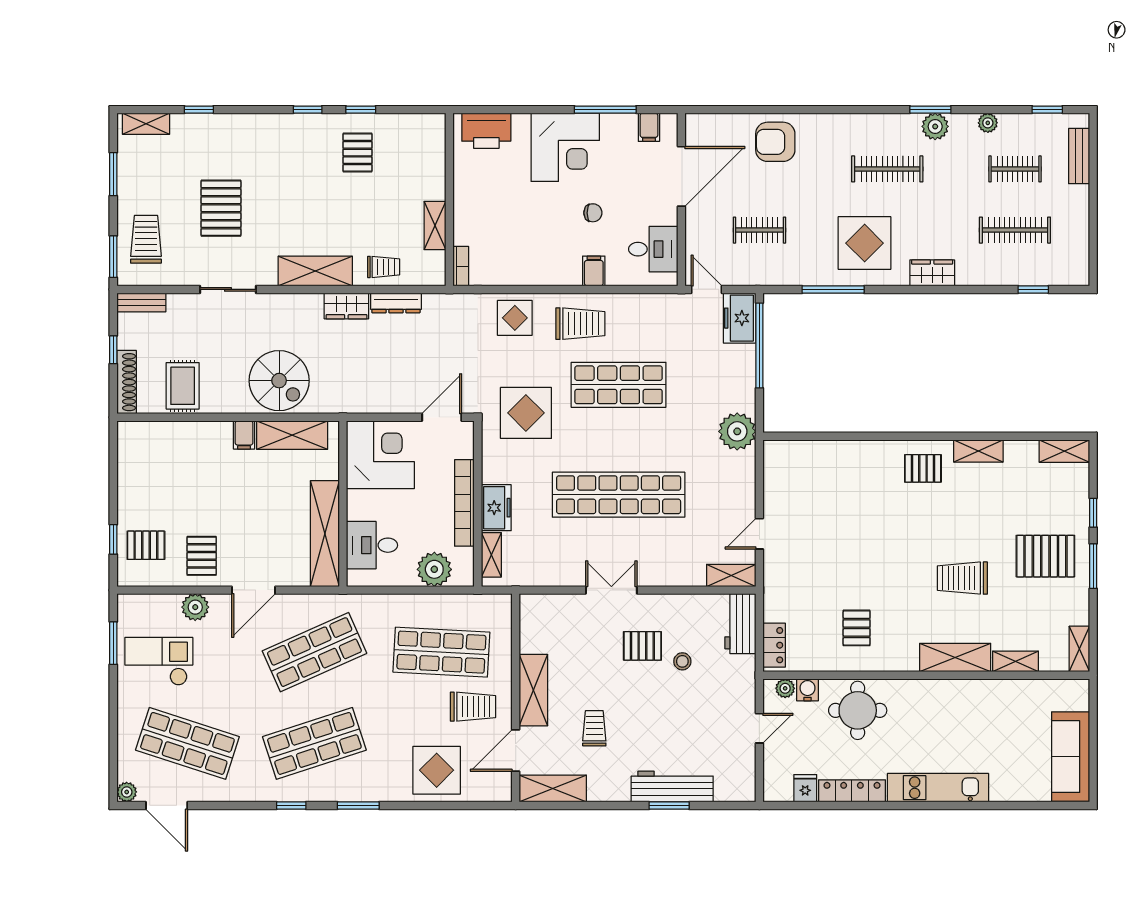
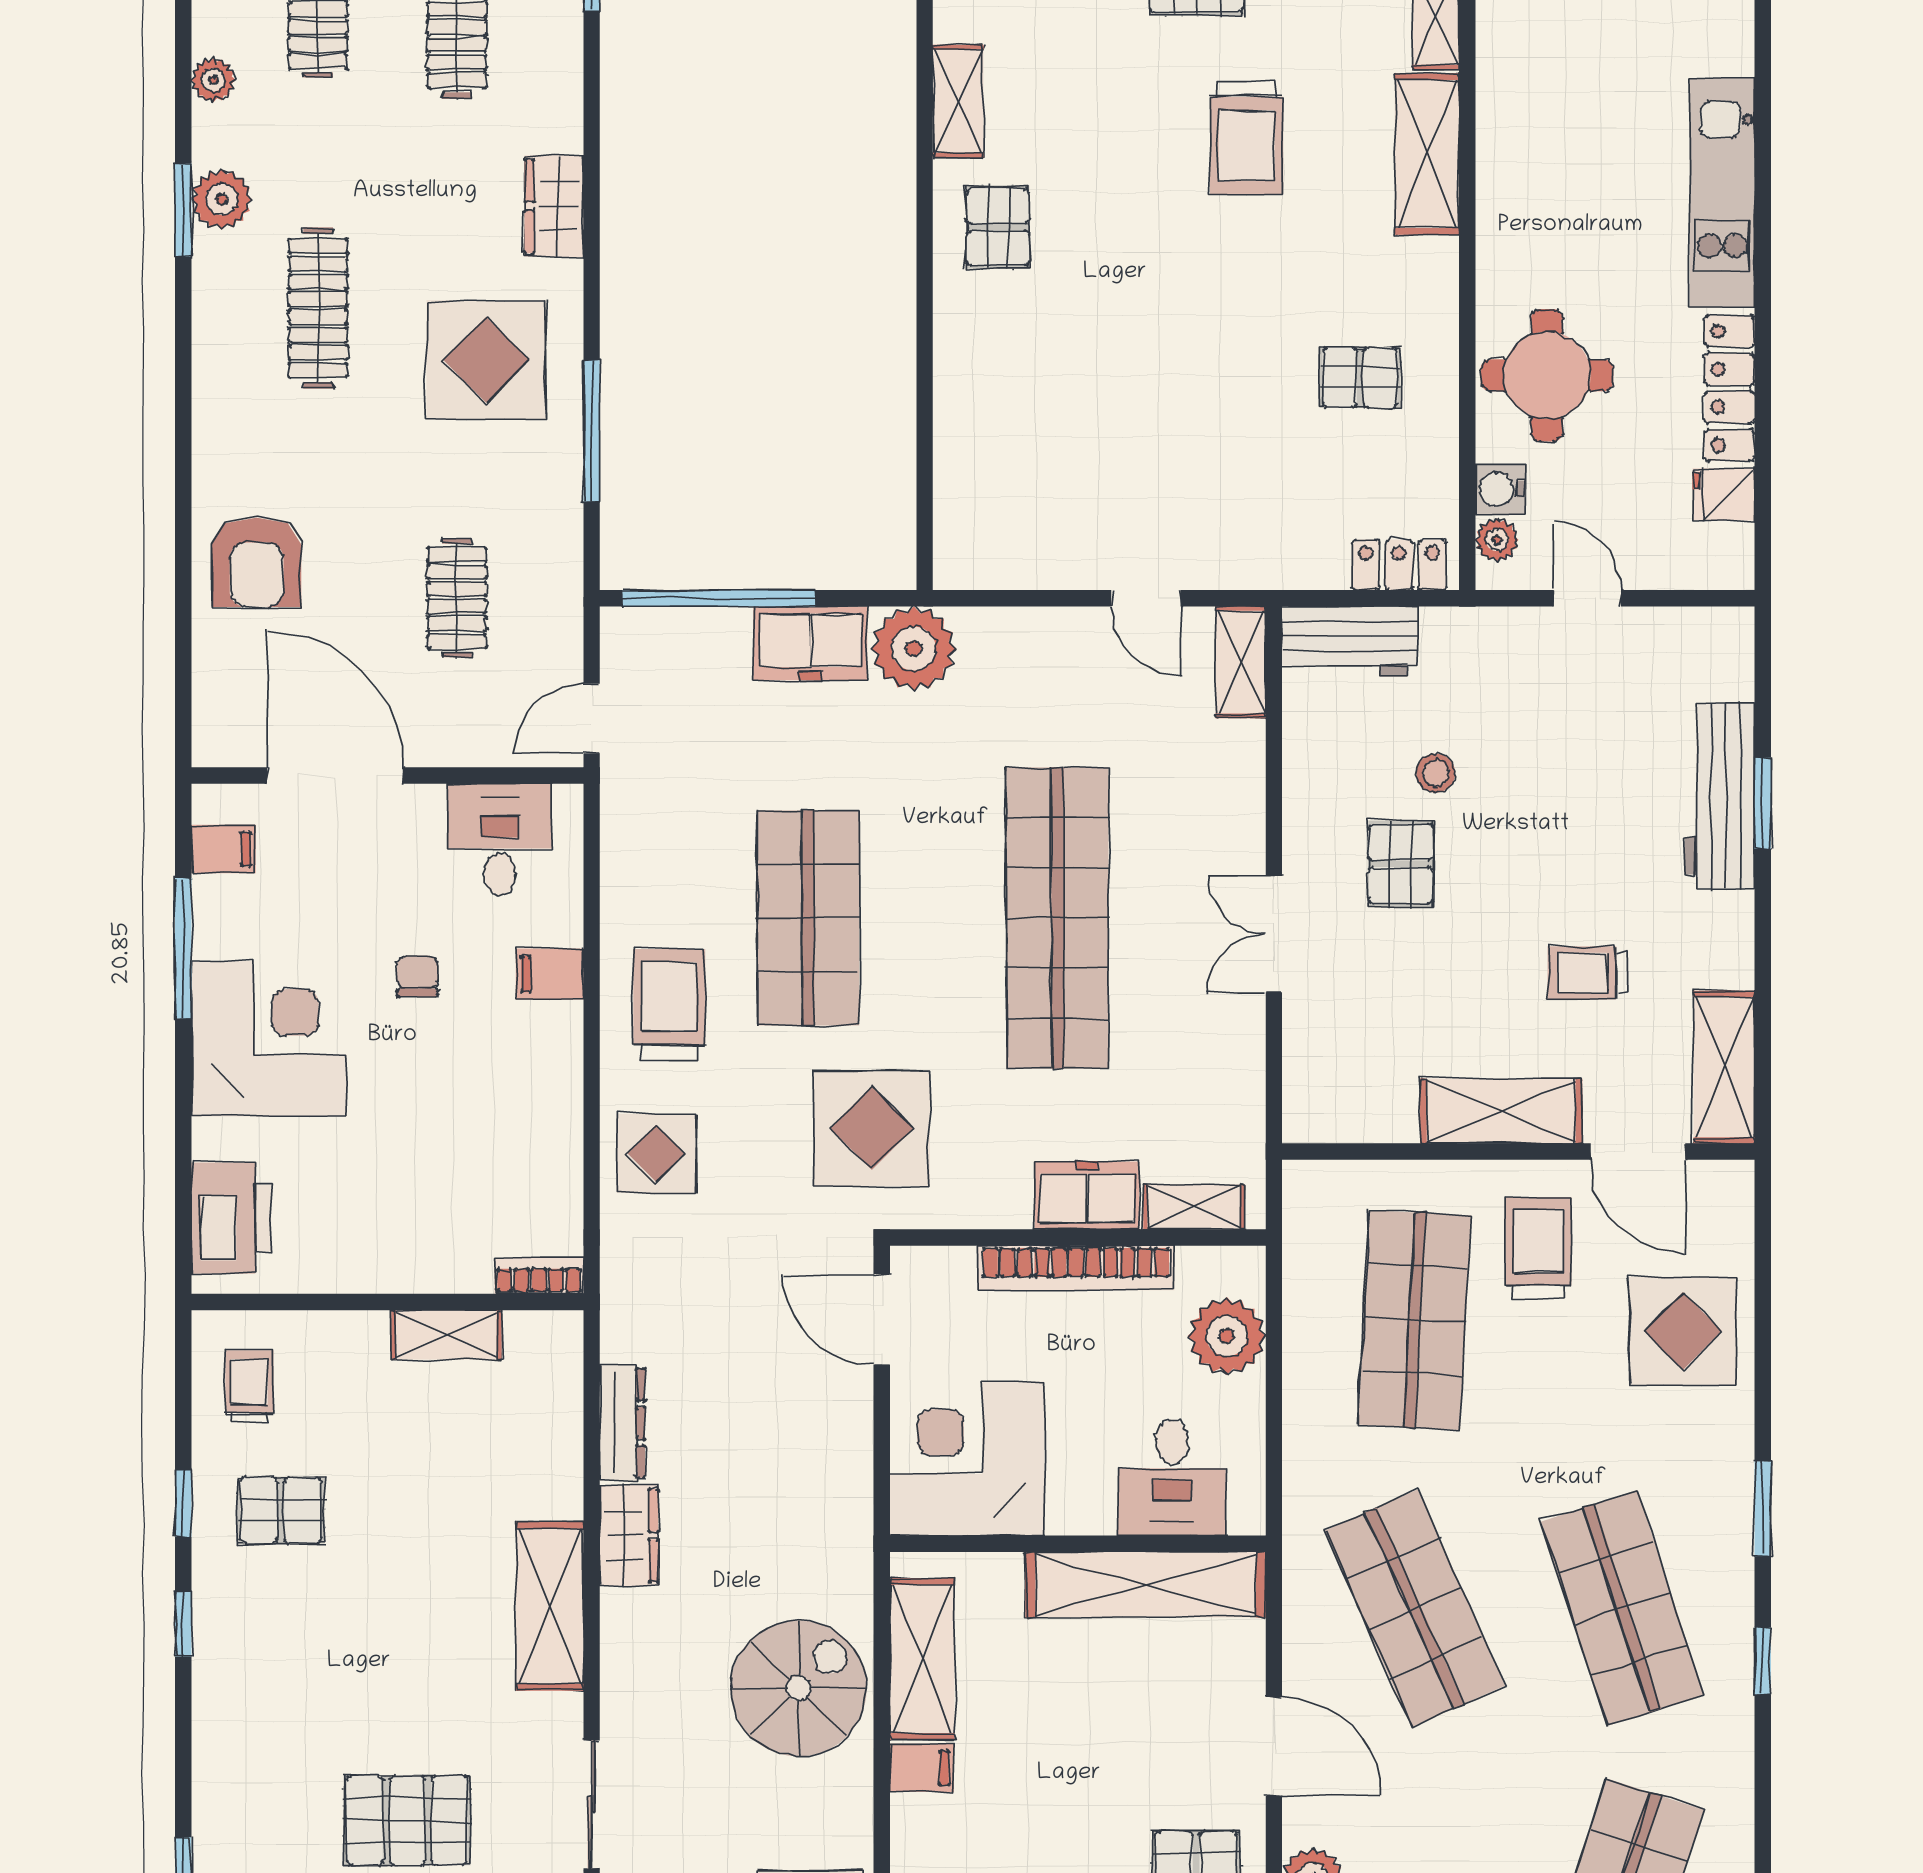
trolley: (384, 267) -> (249, 1387), moved
freezer: (740, 318) -> (810, 643), moved

